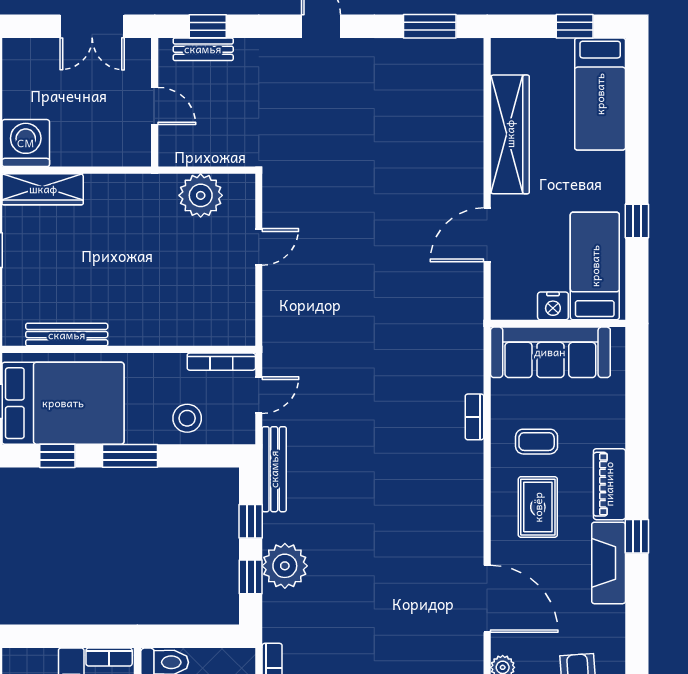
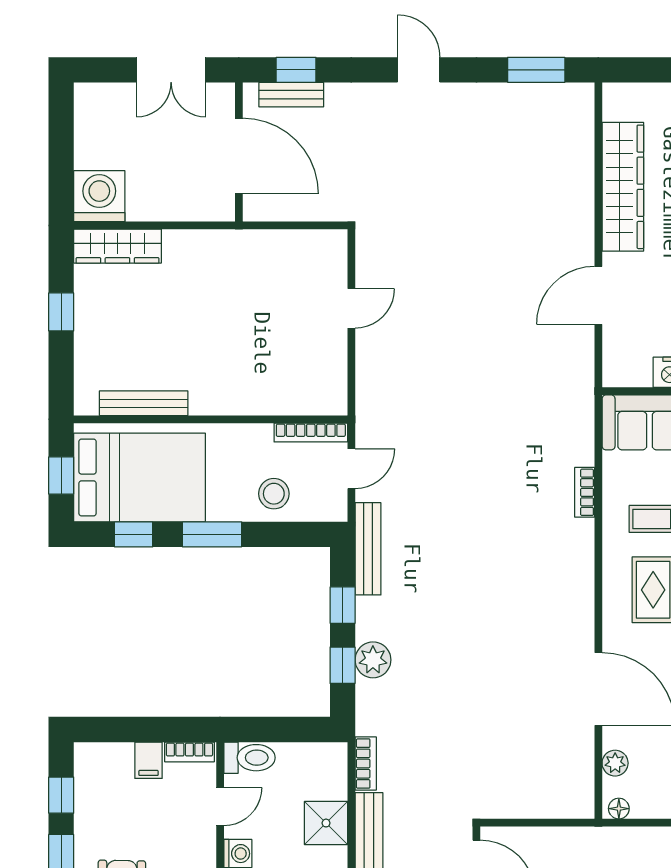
door: (155, 106) -> (239, 156), width x1.87
plant: (201, 195) -> (288, 253), removed
plant: (285, 566) -> (373, 660), width x0.73, depth x0.73

